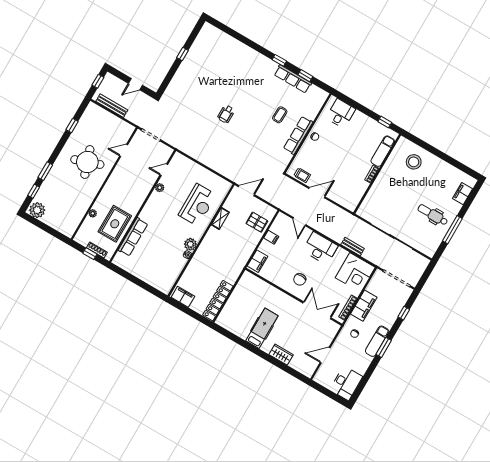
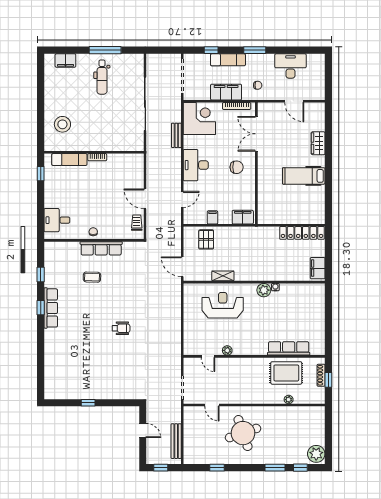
row of seats: (293, 79) -> (51, 308), moved
exam couch: (377, 341) -> (228, 60), moved
desk: (346, 383) -> (290, 66), moved

